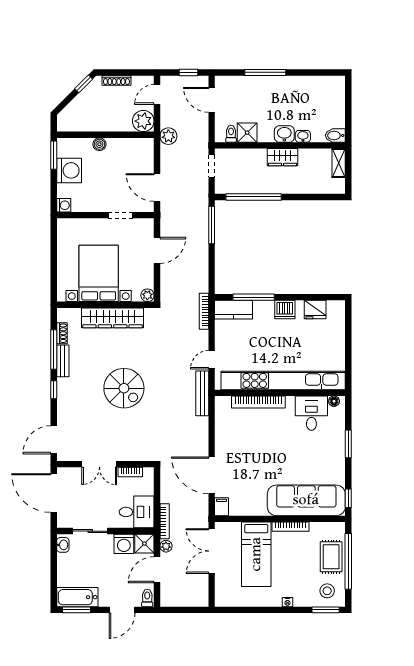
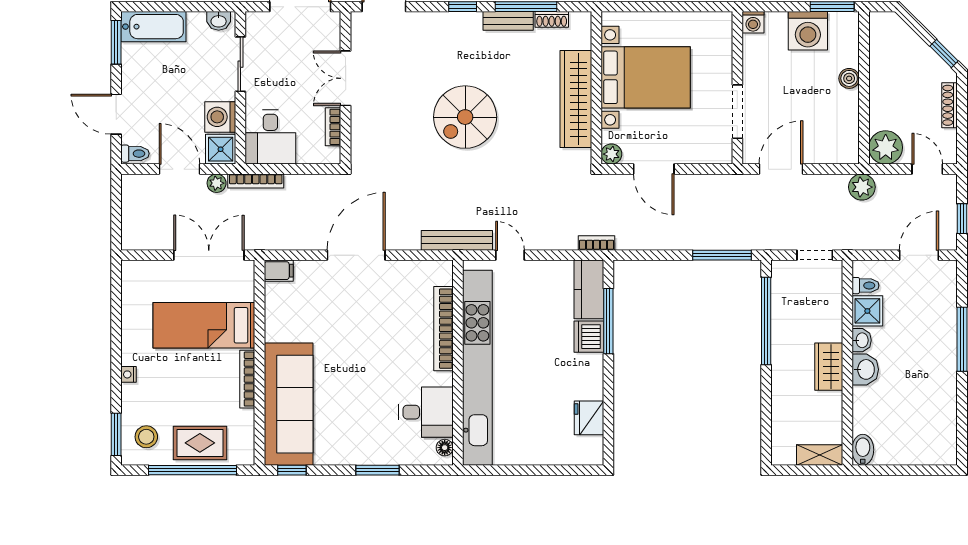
washbasin: (303, 136) -> (862, 340), moved
doorway: (121, 215) -> (737, 112), width x1.38
door: (157, 250) -> (654, 169), moved
dishwasher: (285, 310) -> (589, 337), moved
bookcase: (204, 311) -> (596, 243), width x0.64
door: (212, 475) -> (356, 255), moved
bathtub: (77, 597) -> (153, 27), moved, turned 90

